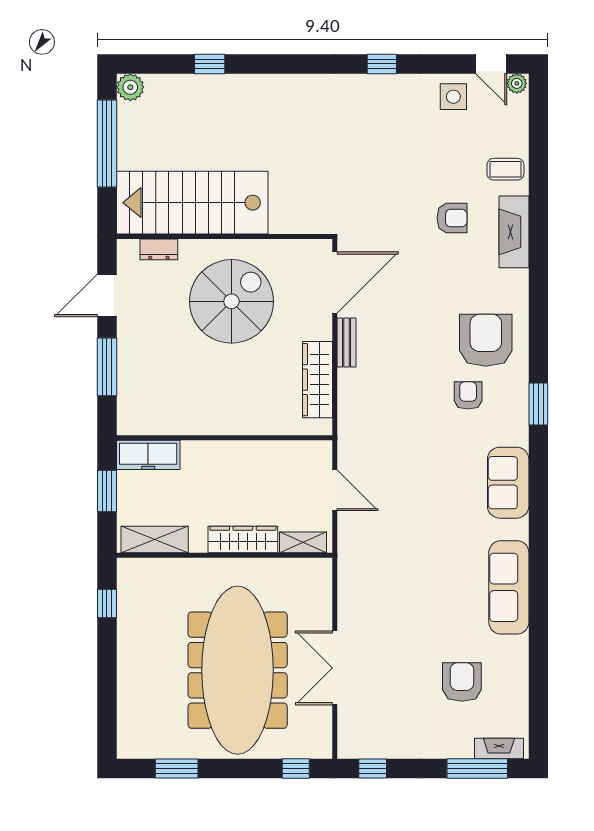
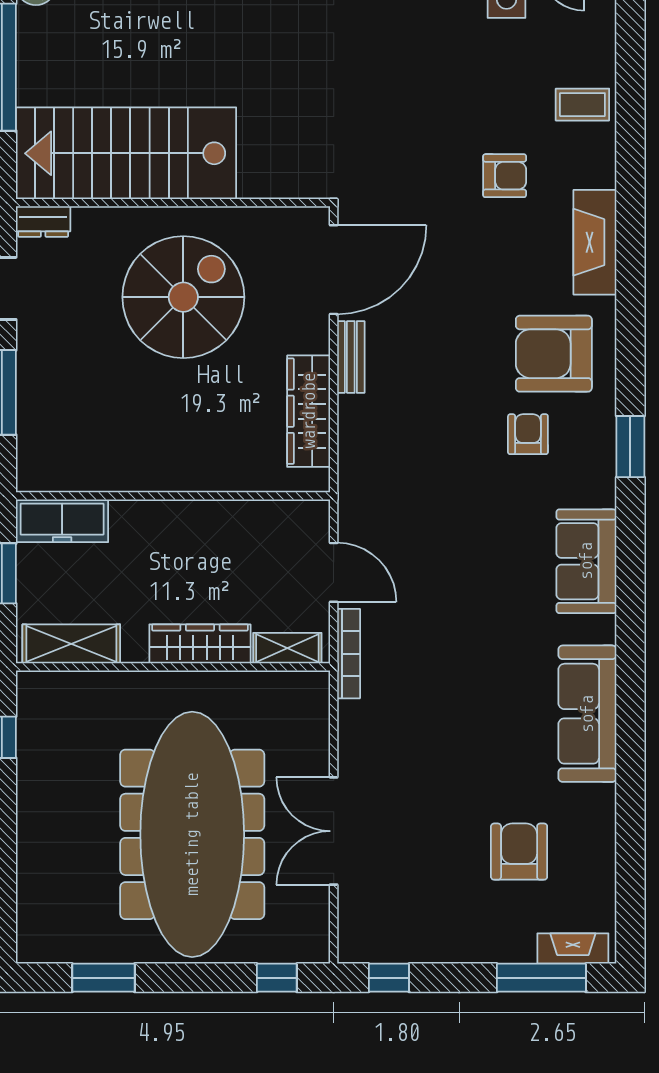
fireplace: (514, 232) -> (595, 242), moved
dresser: (159, 249) -> (43, 221), moved
armchair: (486, 340) -> (554, 354), turned -90
bookcase: (345, 546) -> (349, 654), added

